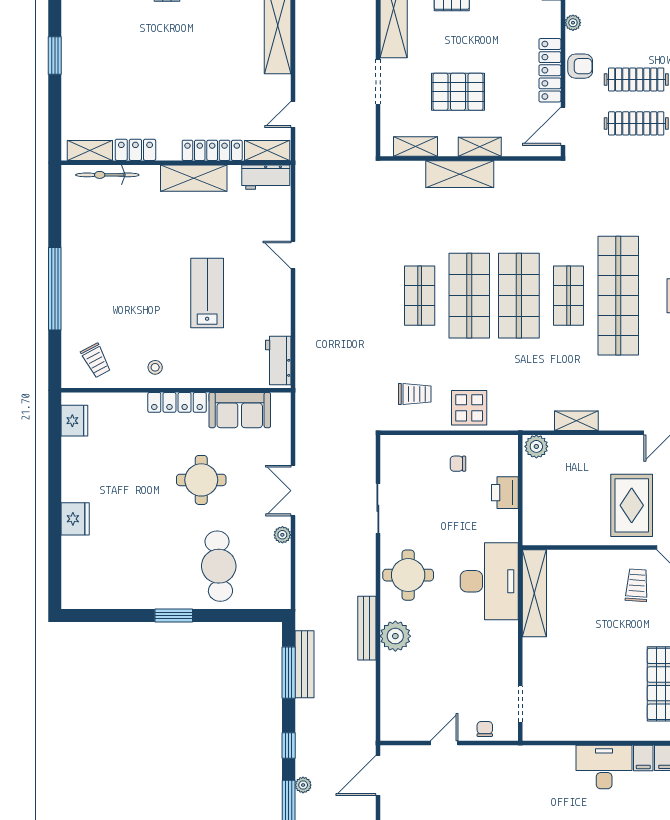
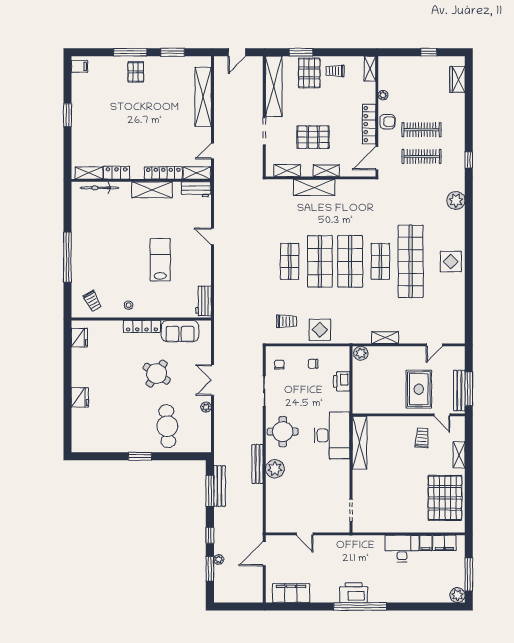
round table: (201, 480) -> (157, 374), turned 34
chair: (485, 729) -> (279, 365), moved
door: (444, 743) -> (305, 534), swing flipped

